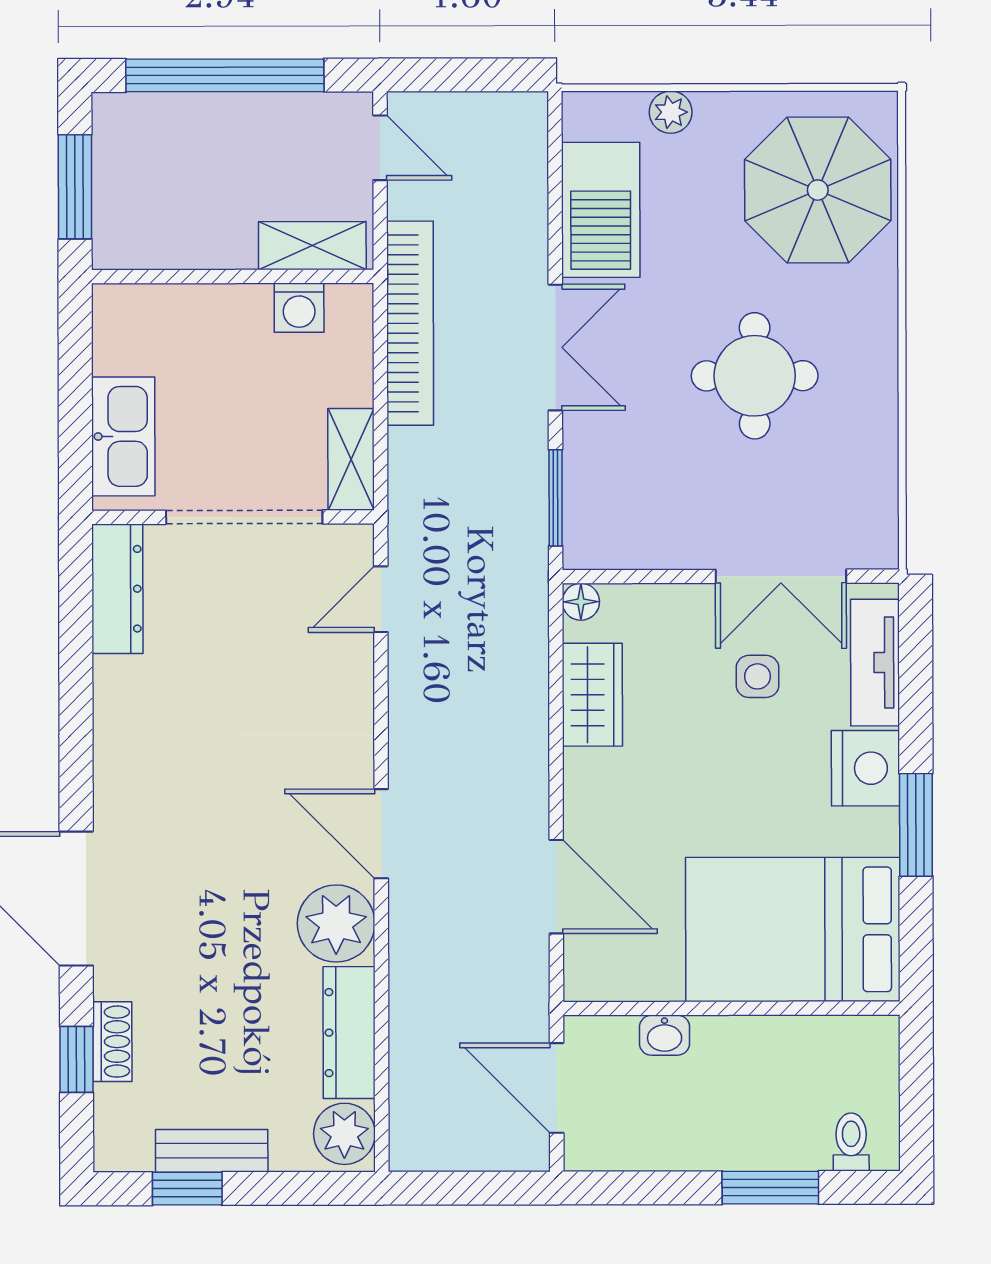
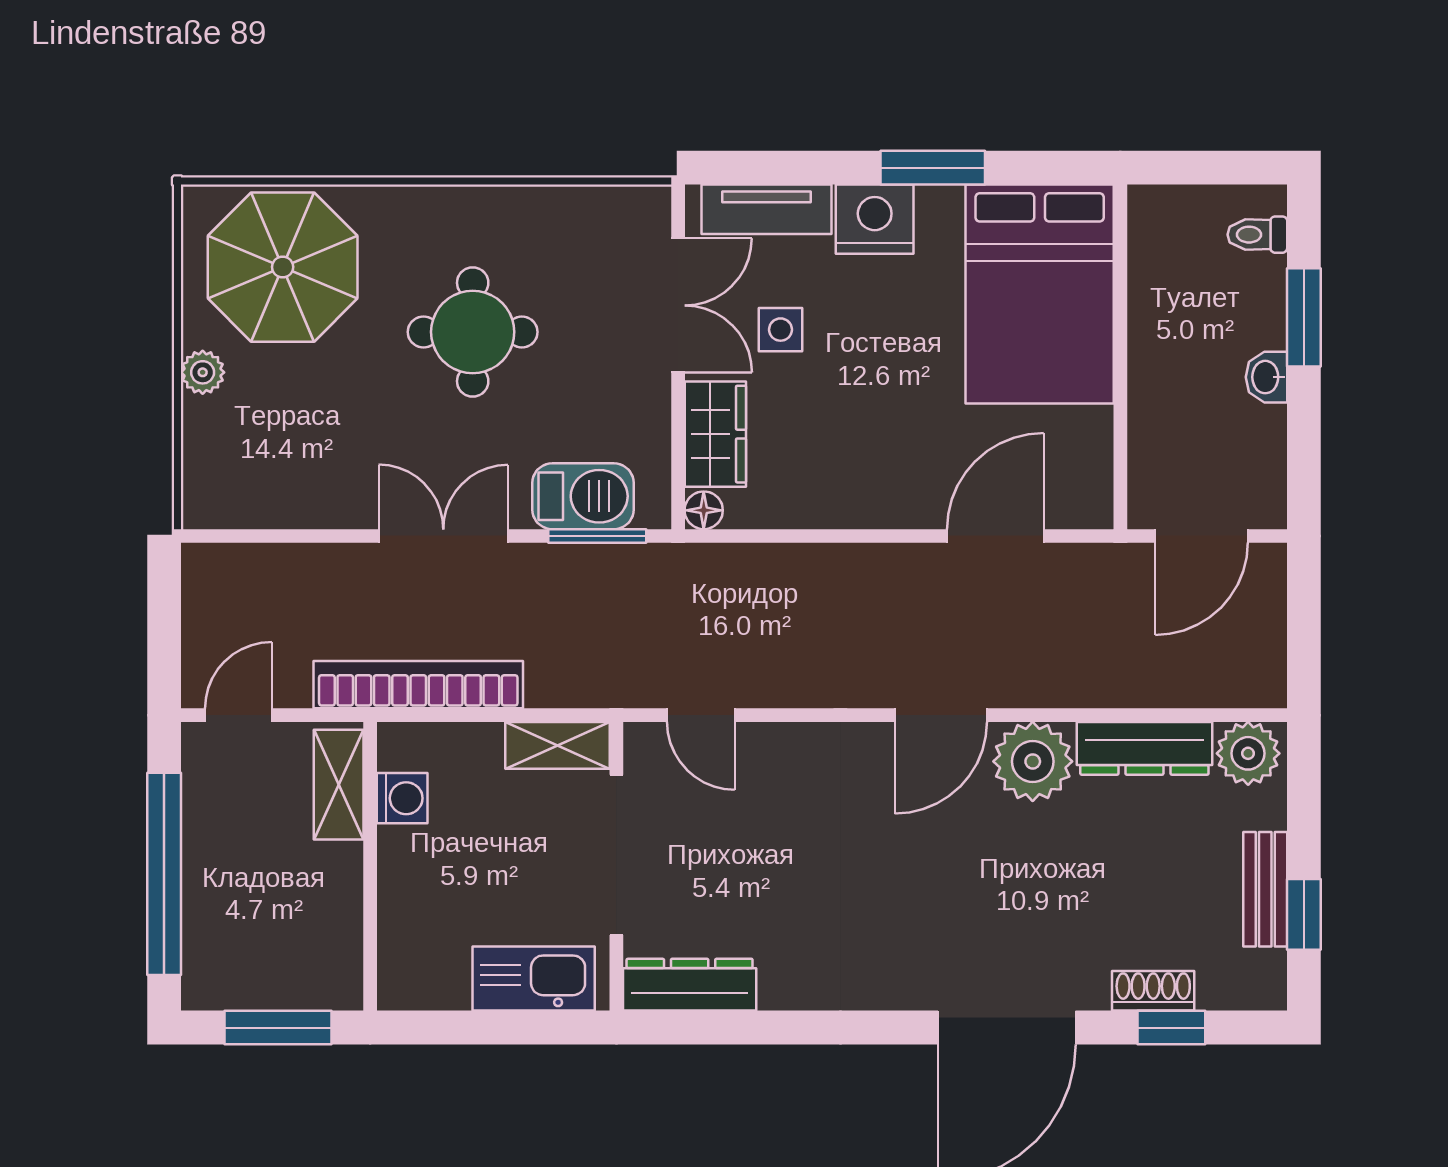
plant: (671, 112) -> (203, 372), moved
barbecue: (601, 210) -> (583, 496), moved, width x0.73, depth x0.83
wardrobe: (592, 695) -> (715, 434), moved, turned 90
washbasin: (665, 1035) -> (1266, 377), moved, turned 180

